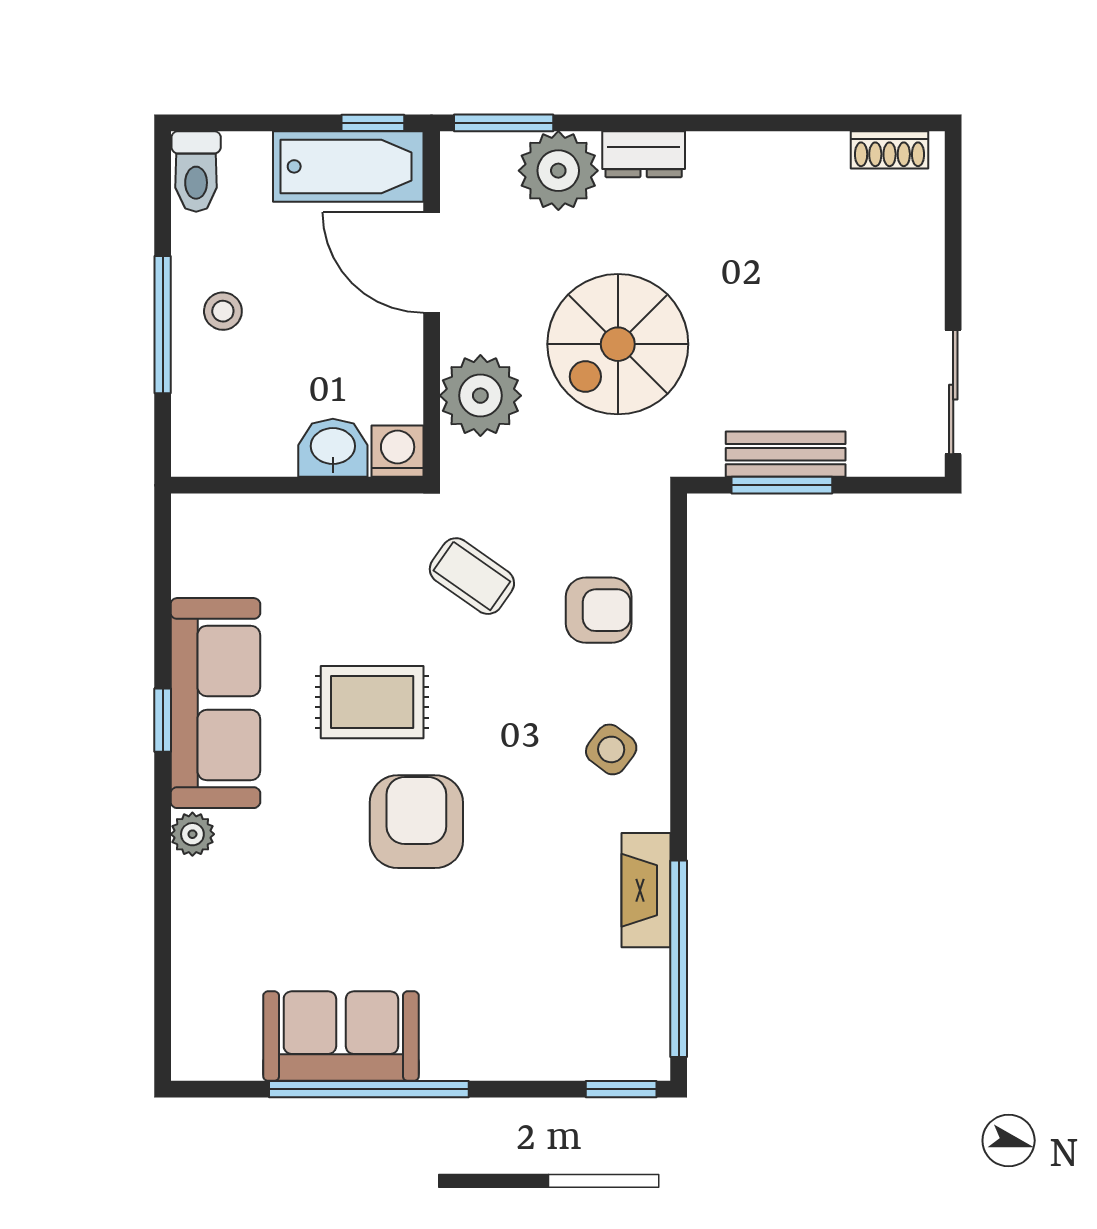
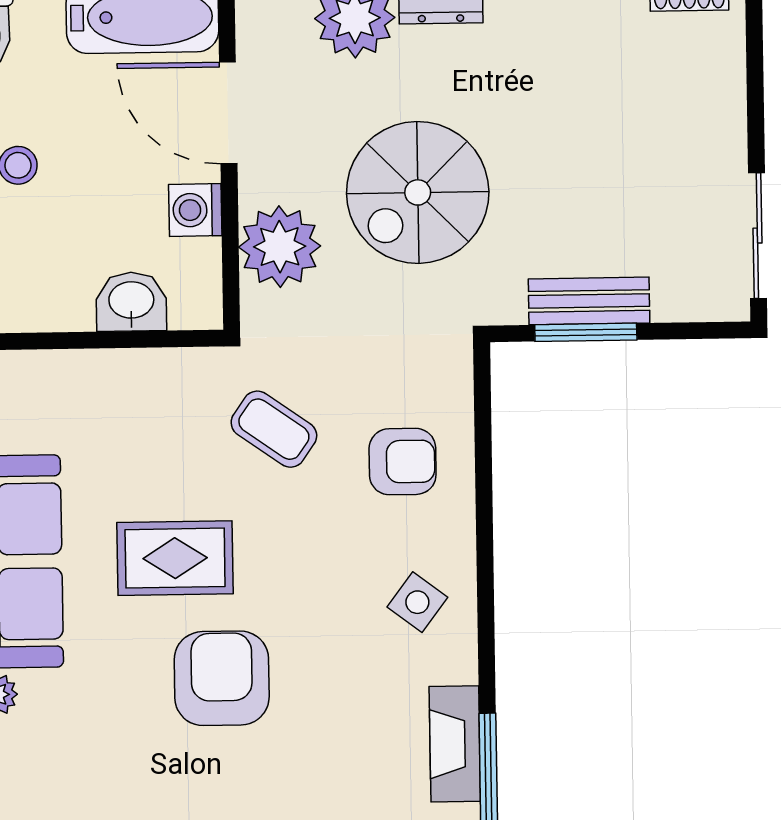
washing machine: (398, 451) -> (195, 210), moved, turned -90

